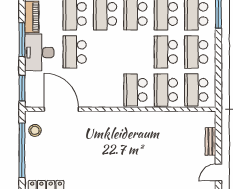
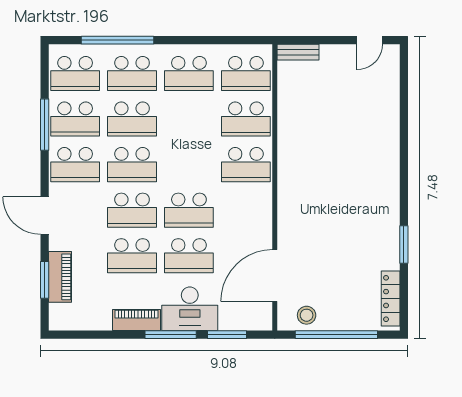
school desk: (166, 52) -> (189, 210), moved
window: (22, 88) -> (227, 335), moved
bench: (210, 141) -> (298, 52), moved
door: (218, 173) -> (370, 40), hinge flipped

